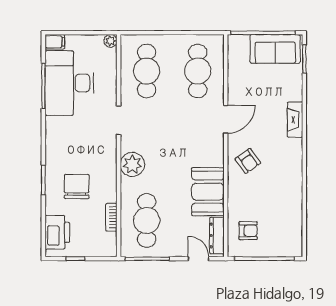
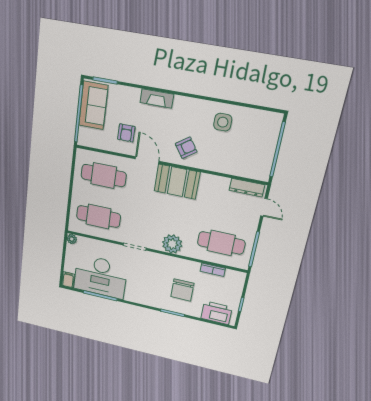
chair: (77, 187) -> (182, 290), turned -90
booth: (208, 192) -> (177, 182), moved
side table: (283, 195) -> (223, 122), added
armchair: (248, 231) -> (126, 133), moved, turned 180
door: (198, 259) -> (264, 207), swing flipped

